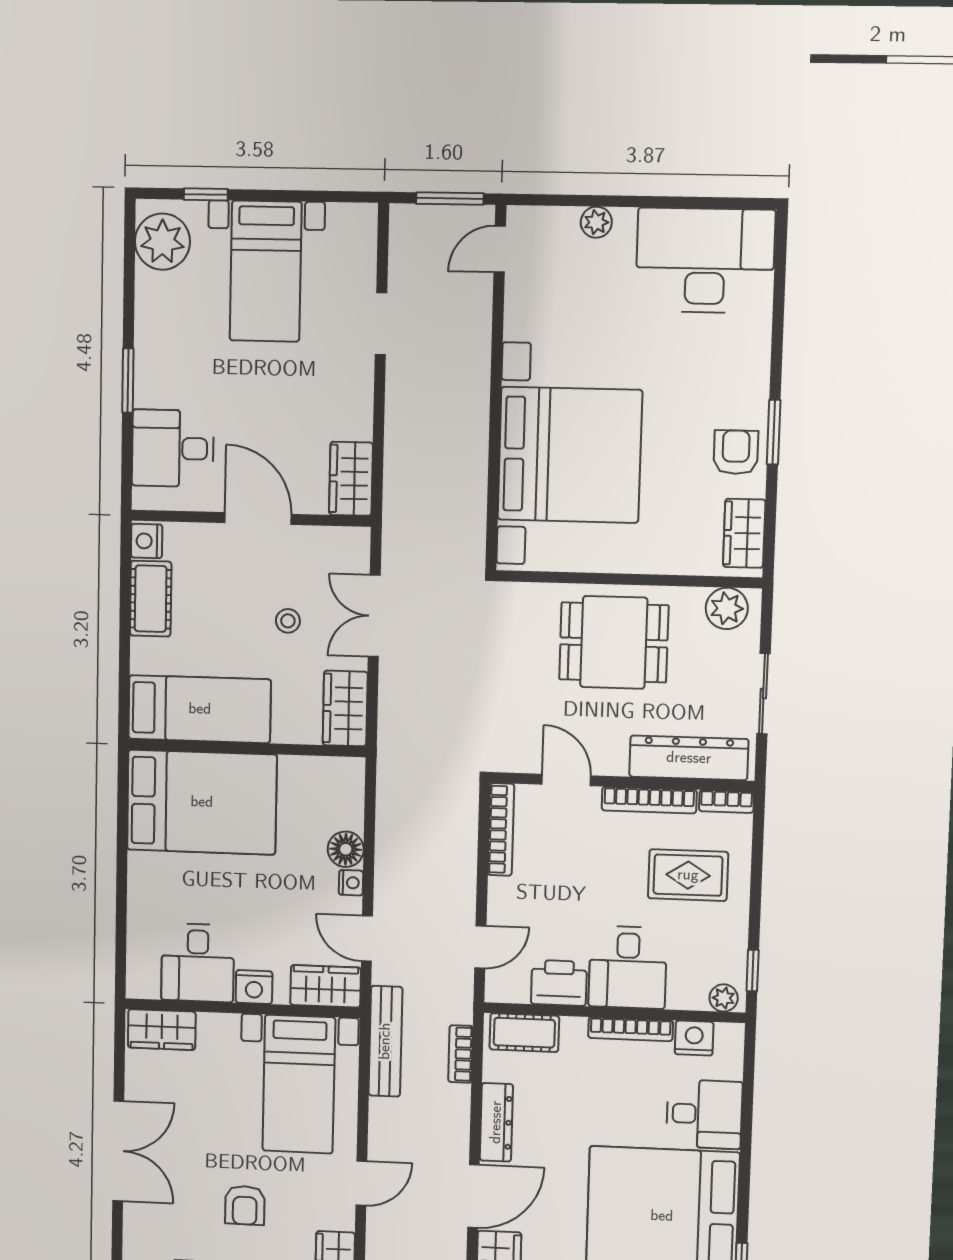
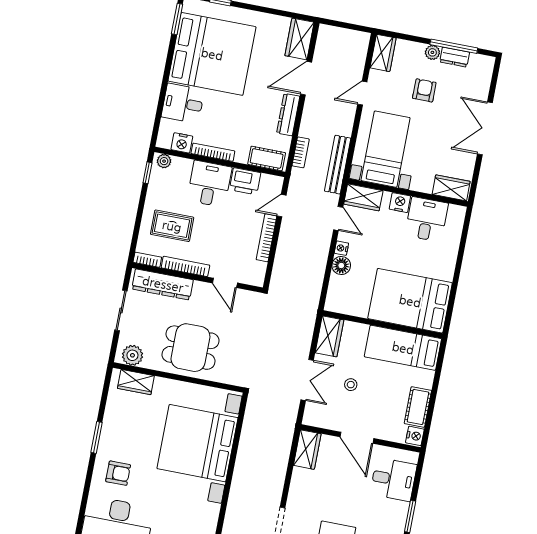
armchair: (736, 452) -> (118, 473), moved, turned -90
wardrobe: (744, 533) -> (136, 382), moved, turned 90
bookcase: (501, 829) -> (266, 238), moved

